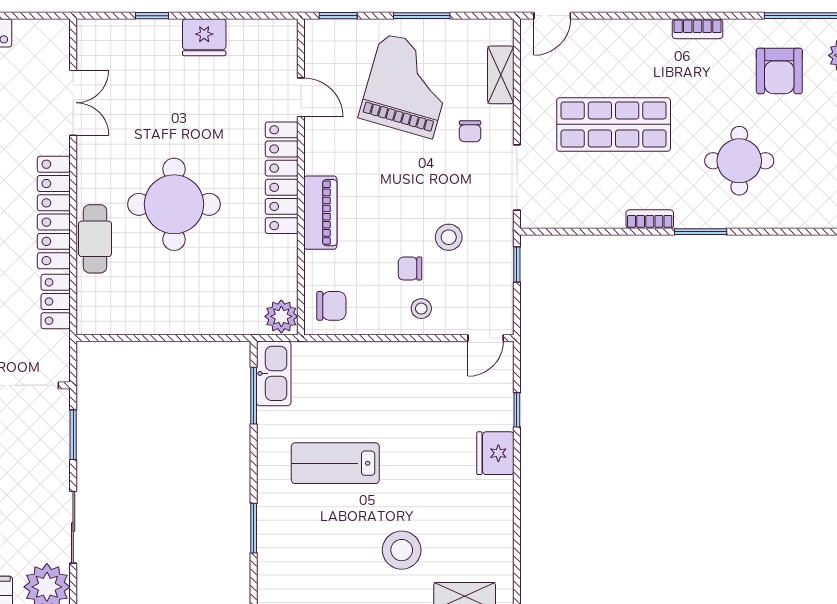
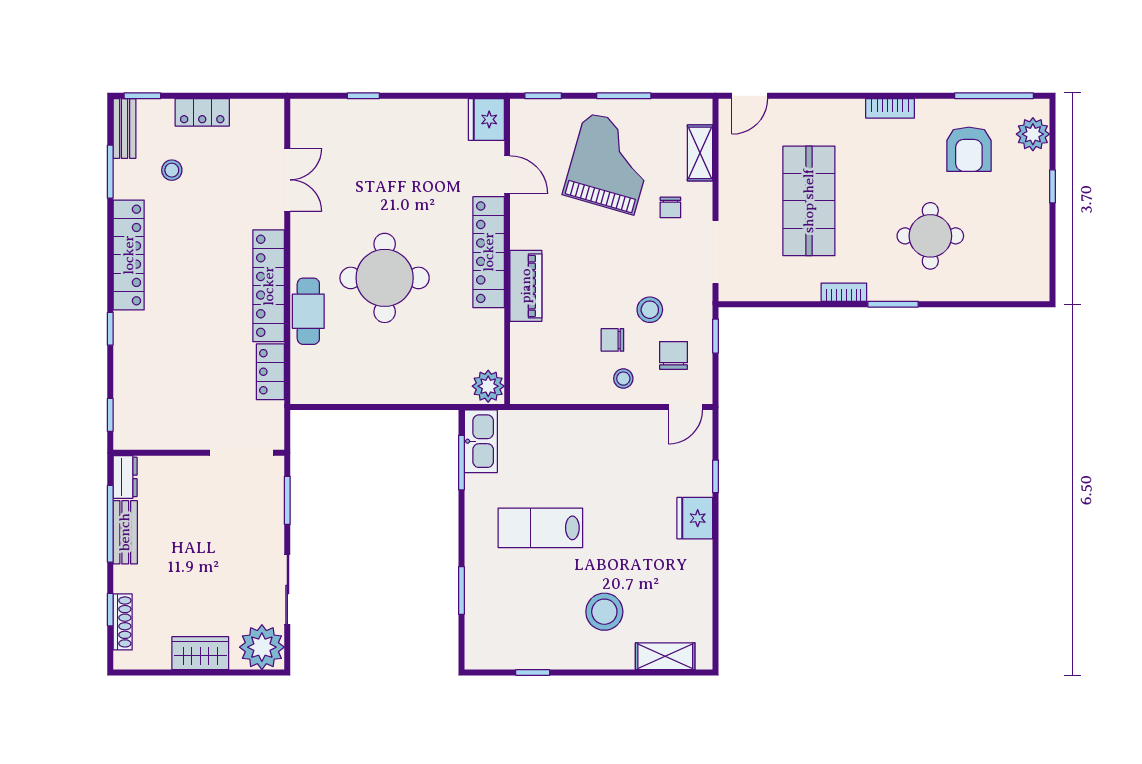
fridge: (204, 37) -> (486, 119), moved, turned 90
shop shelf: (614, 124) -> (809, 201), turned 90
chair: (331, 306) -> (674, 355), moved, turned -90

